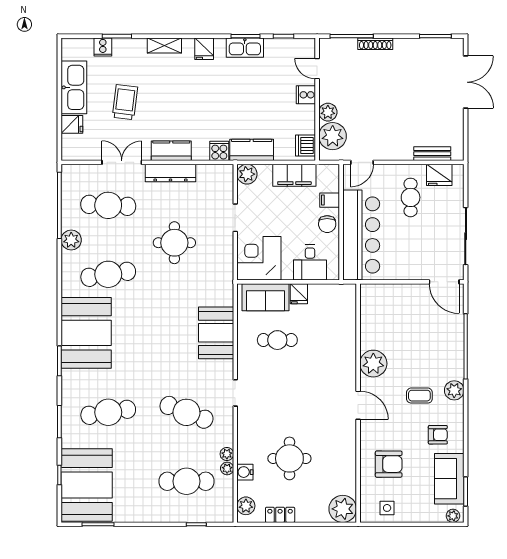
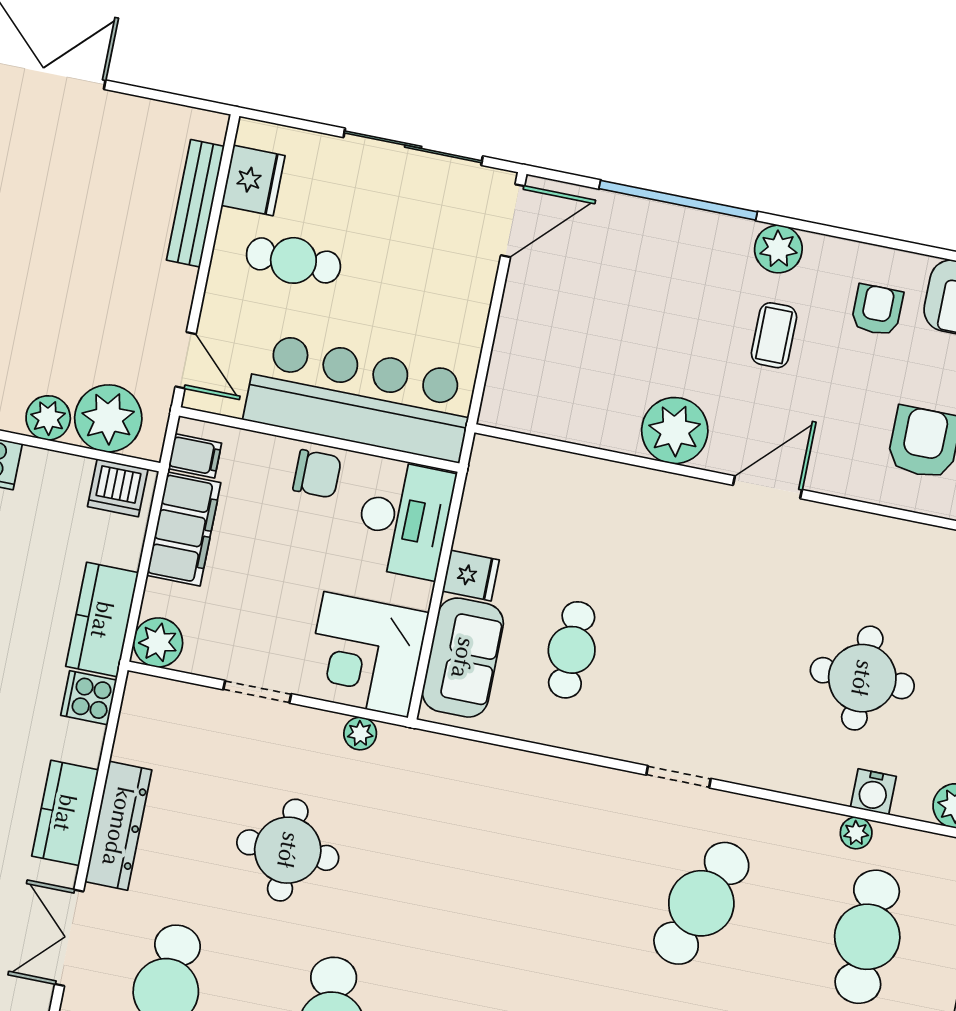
bench: (432, 154) -> (195, 203), width x1.36
filing cabinet: (330, 200) -> (195, 456), moved, turned -90
desk: (310, 263) -> (404, 519), width x1.37
booth: (216, 333) -> (525, 794), removed
plant: (227, 454) -> (360, 733), moved

